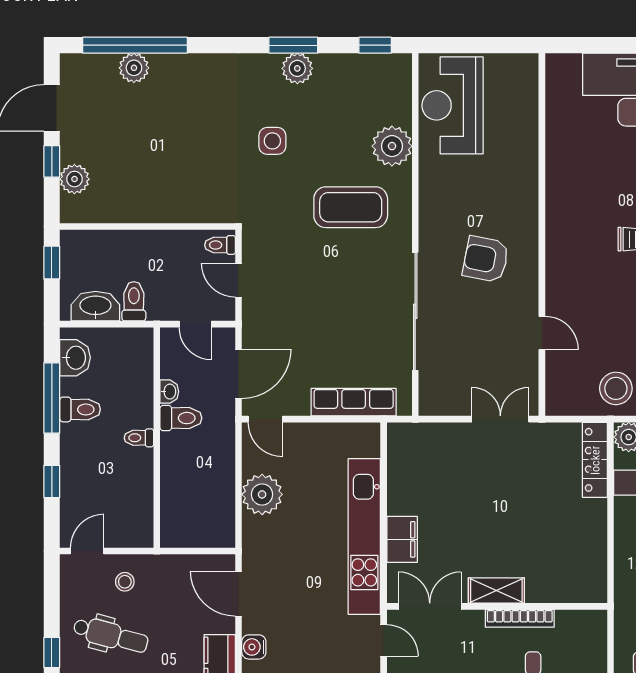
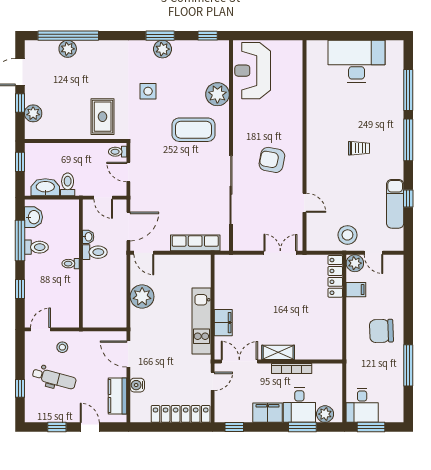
rug: (194, 185) -> (103, 117), added
kitchen unit: (364, 537) -> (201, 321), width x0.73
door: (384, 640) -> (213, 381), hinge flipped

